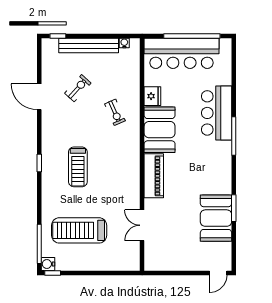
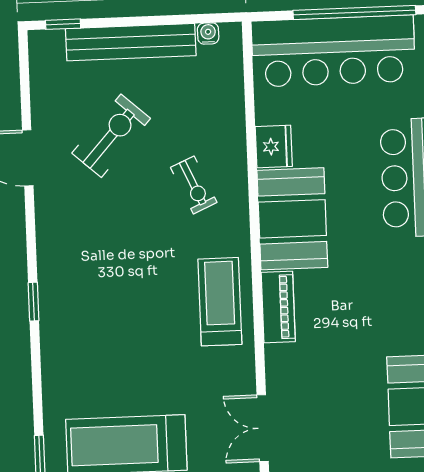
exercise bike: (78, 88) -> (111, 136), width x1.38, depth x1.39
treadmill: (78, 167) -> (220, 302), moved, turned 180
piano: (154, 176) -> (278, 307), width x0.73, depth x0.75

